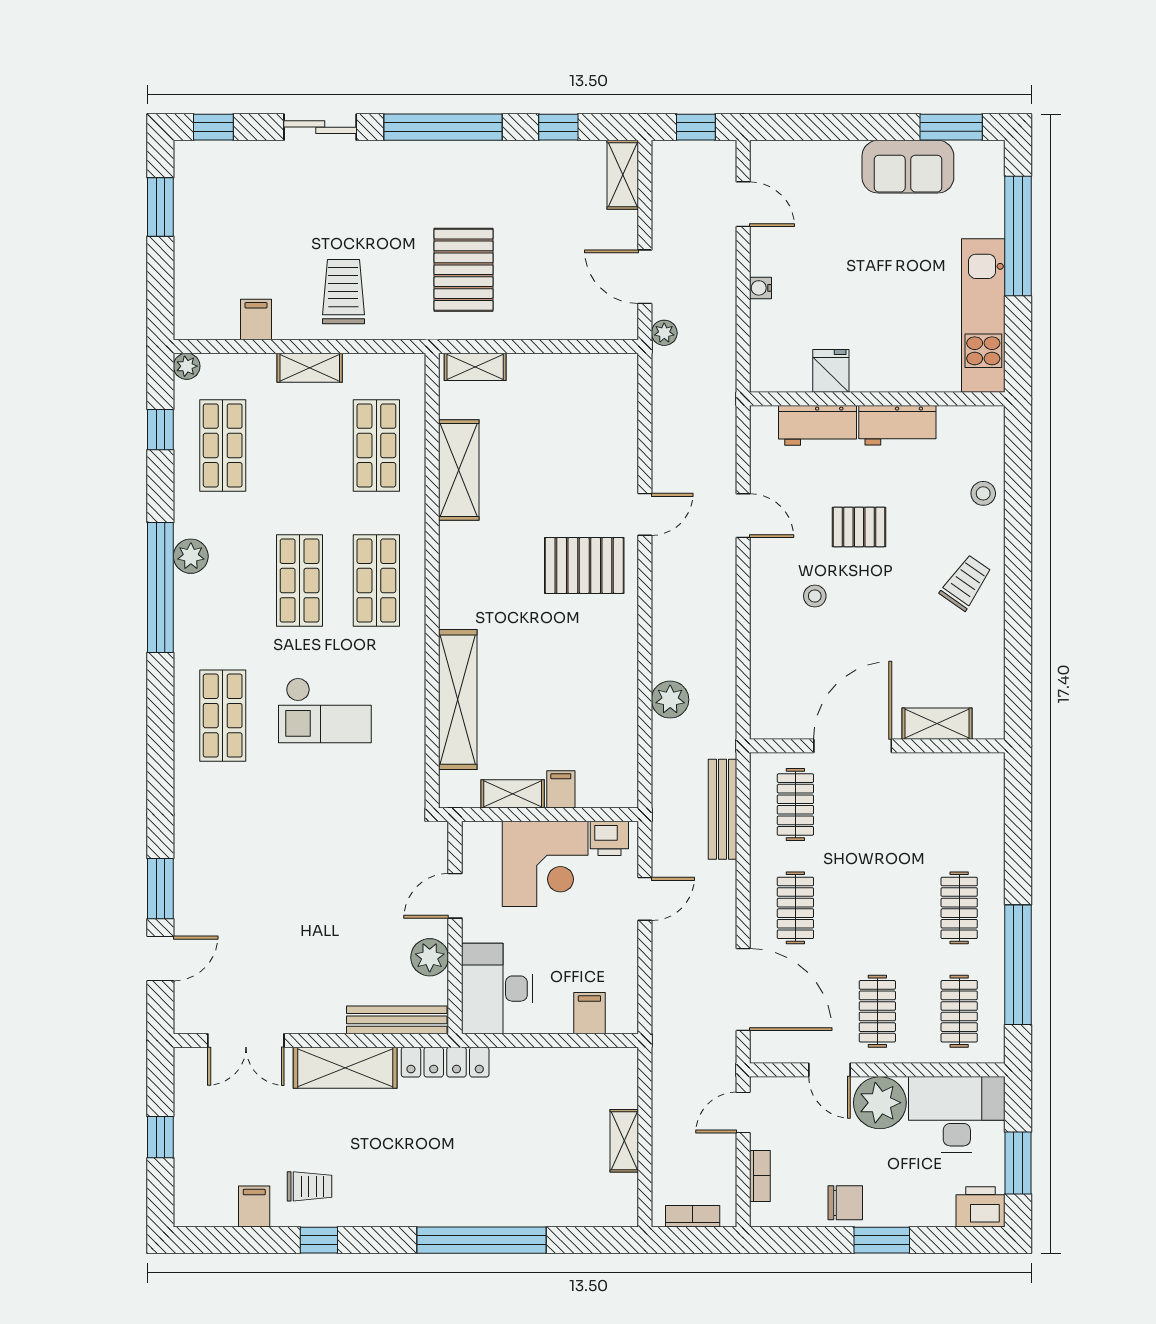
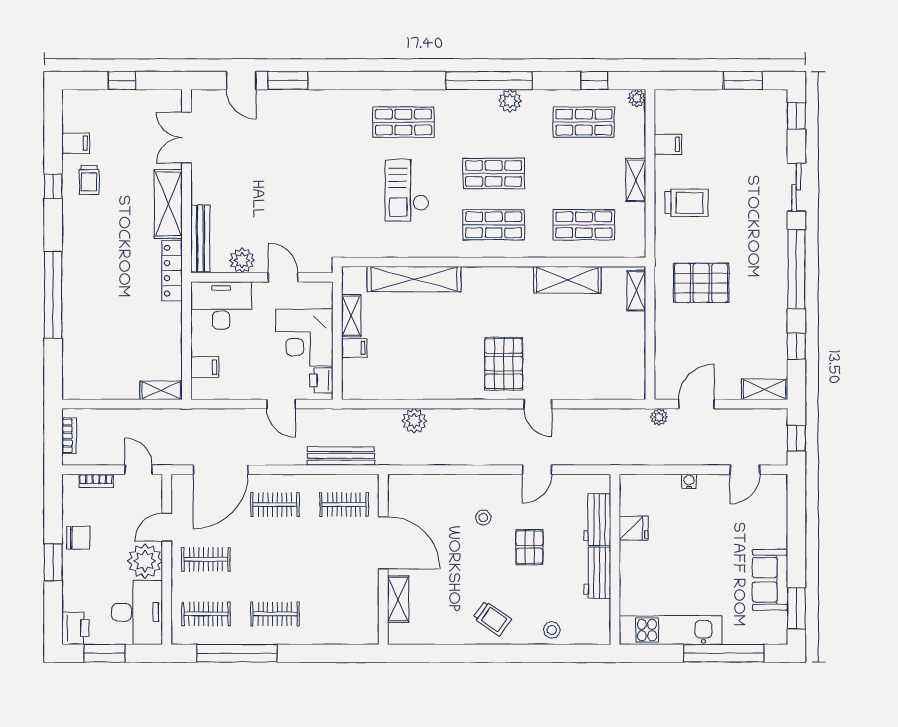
shelving: (624, 1141) -> (161, 390), moved
chair: (845, 1203) -> (78, 538), turned -90

